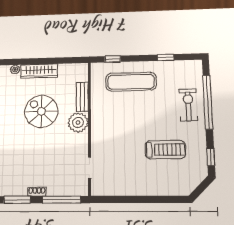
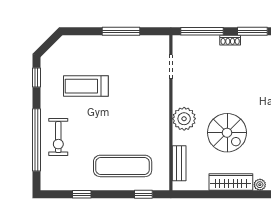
bench: (82, 97) -> (179, 163), moved
window: (135, 199) -> (121, 31), added

